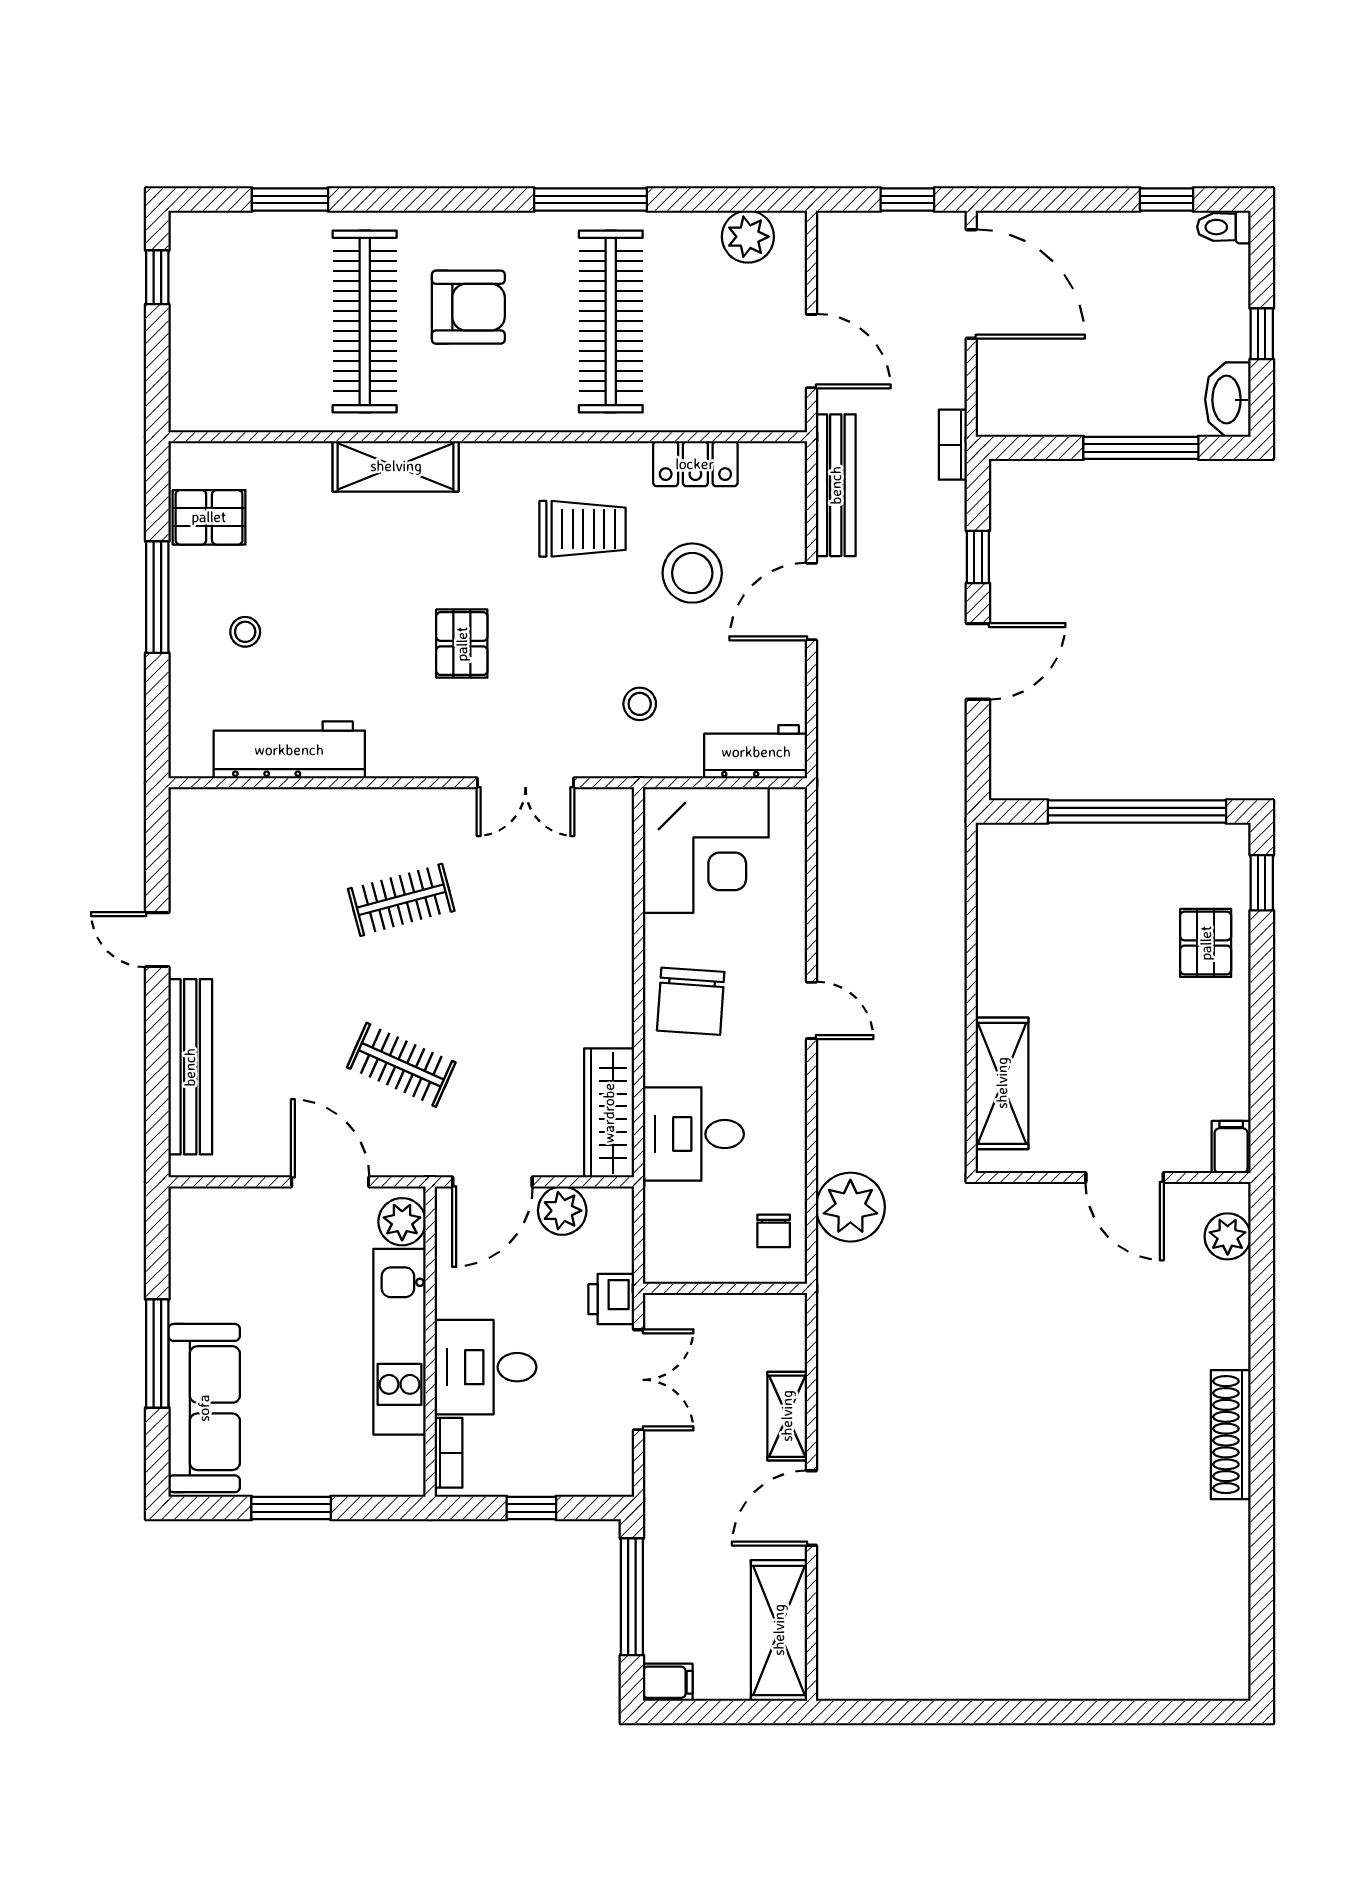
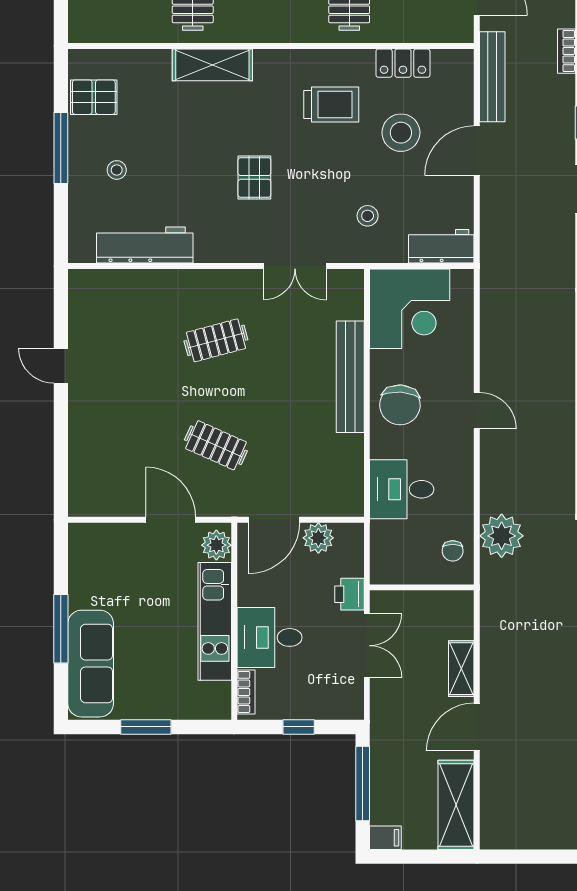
bench: (190, 1067) -> (350, 377), moved
wardrobe: (609, 1113) -> (348, 476), removed

